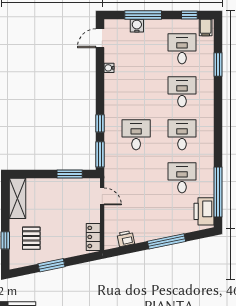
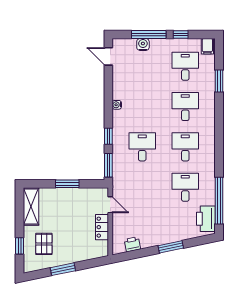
window: (189, 15) -> (181, 34), moved
door: (100, 38) -> (108, 56), hinge flipped
water cooler: (109, 68) -> (117, 105), moved
window: (70, 174) -> (67, 184), moved
locker: (93, 237) -> (102, 227), moved
window: (167, 241) -> (171, 247), width x0.69

